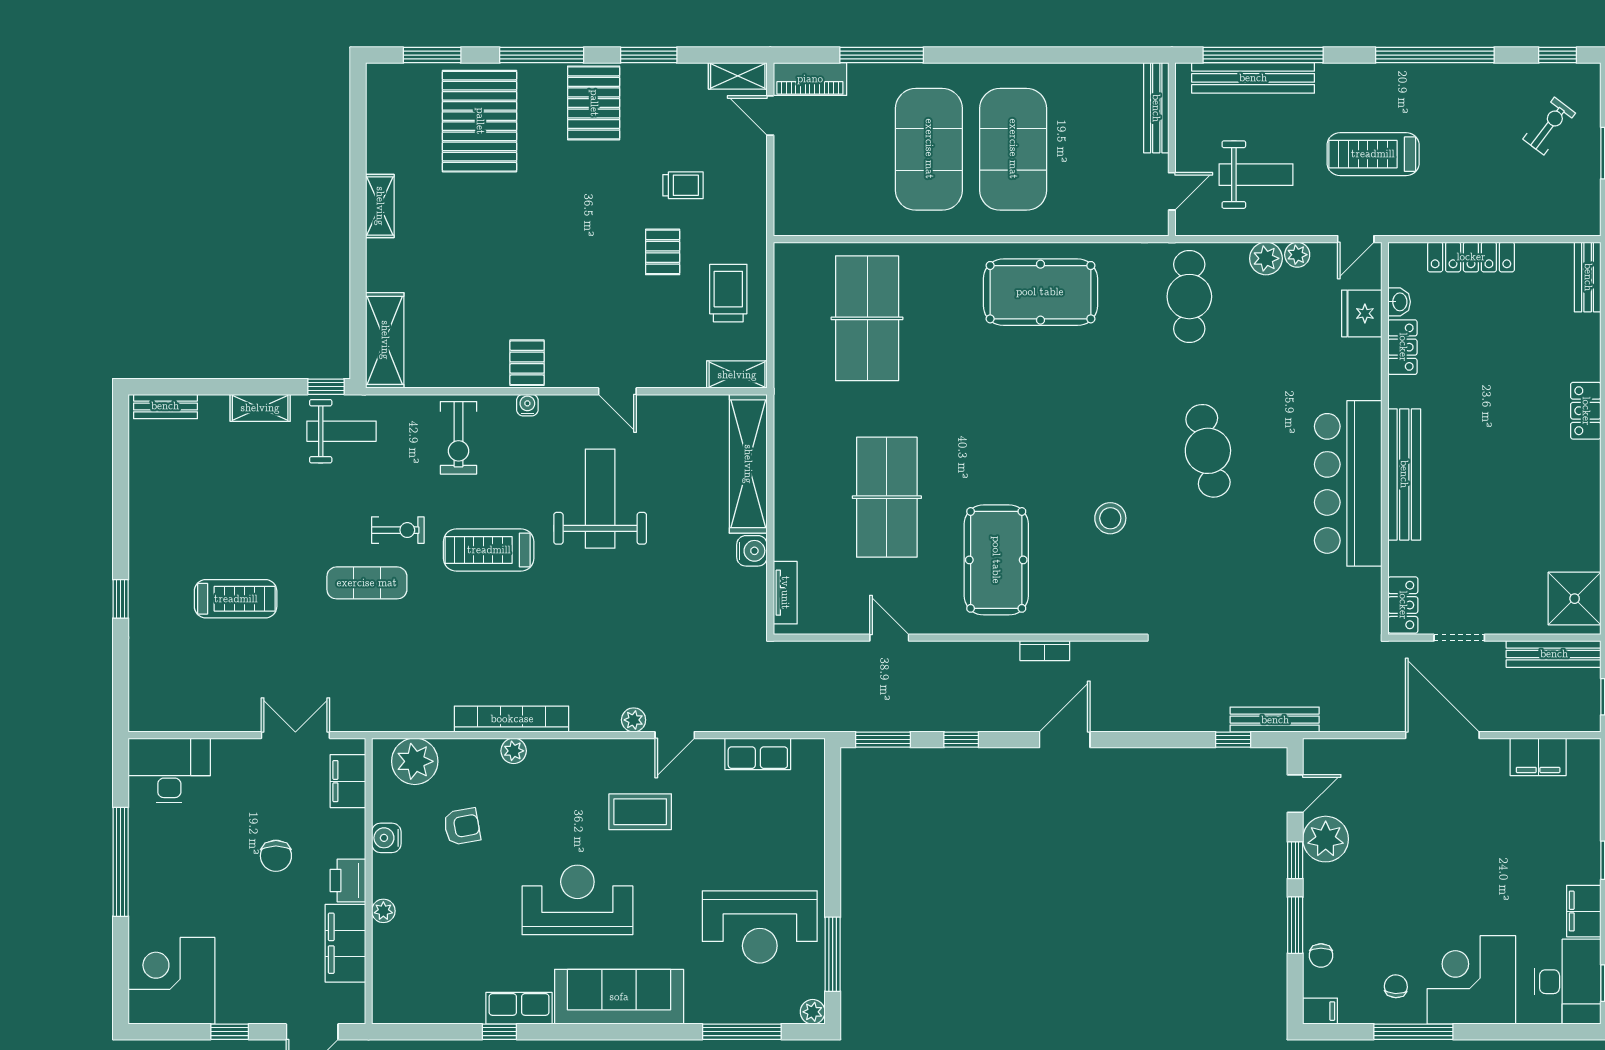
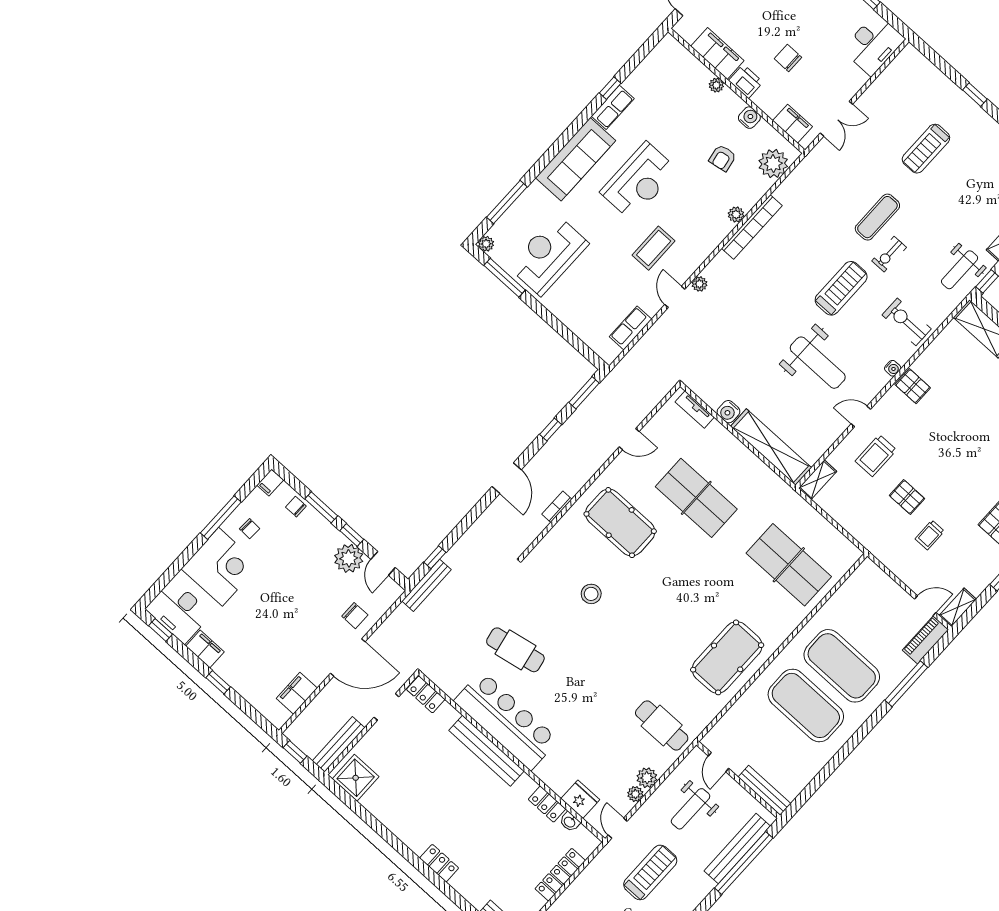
trolley: (728, 293) -> (876, 456), moved, turned 90
cafe table: (1208, 451) -> (515, 650), moved
chair: (1386, 771) -> (355, 616), added

